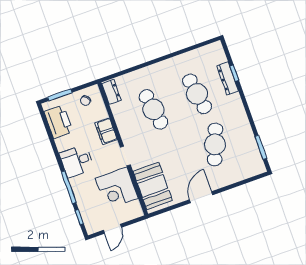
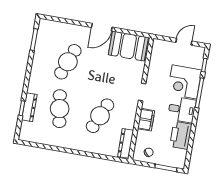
dresser: (111, 92) -> (126, 143), width x1.44
cafe table: (153, 109) -> (100, 116), turned 33
printer: (58, 122) -> (181, 135), moved
booth: (153, 186) -> (128, 46), moved, turned 90
corner desk: (117, 188) -> (184, 82), moved, turned 180

